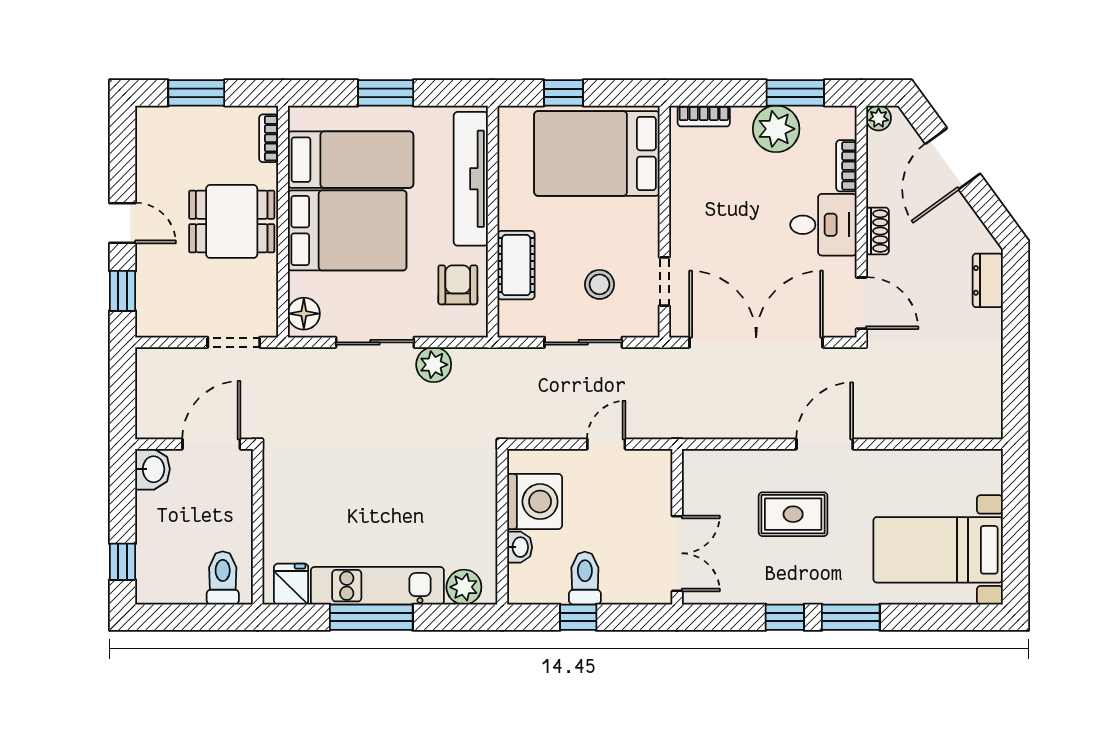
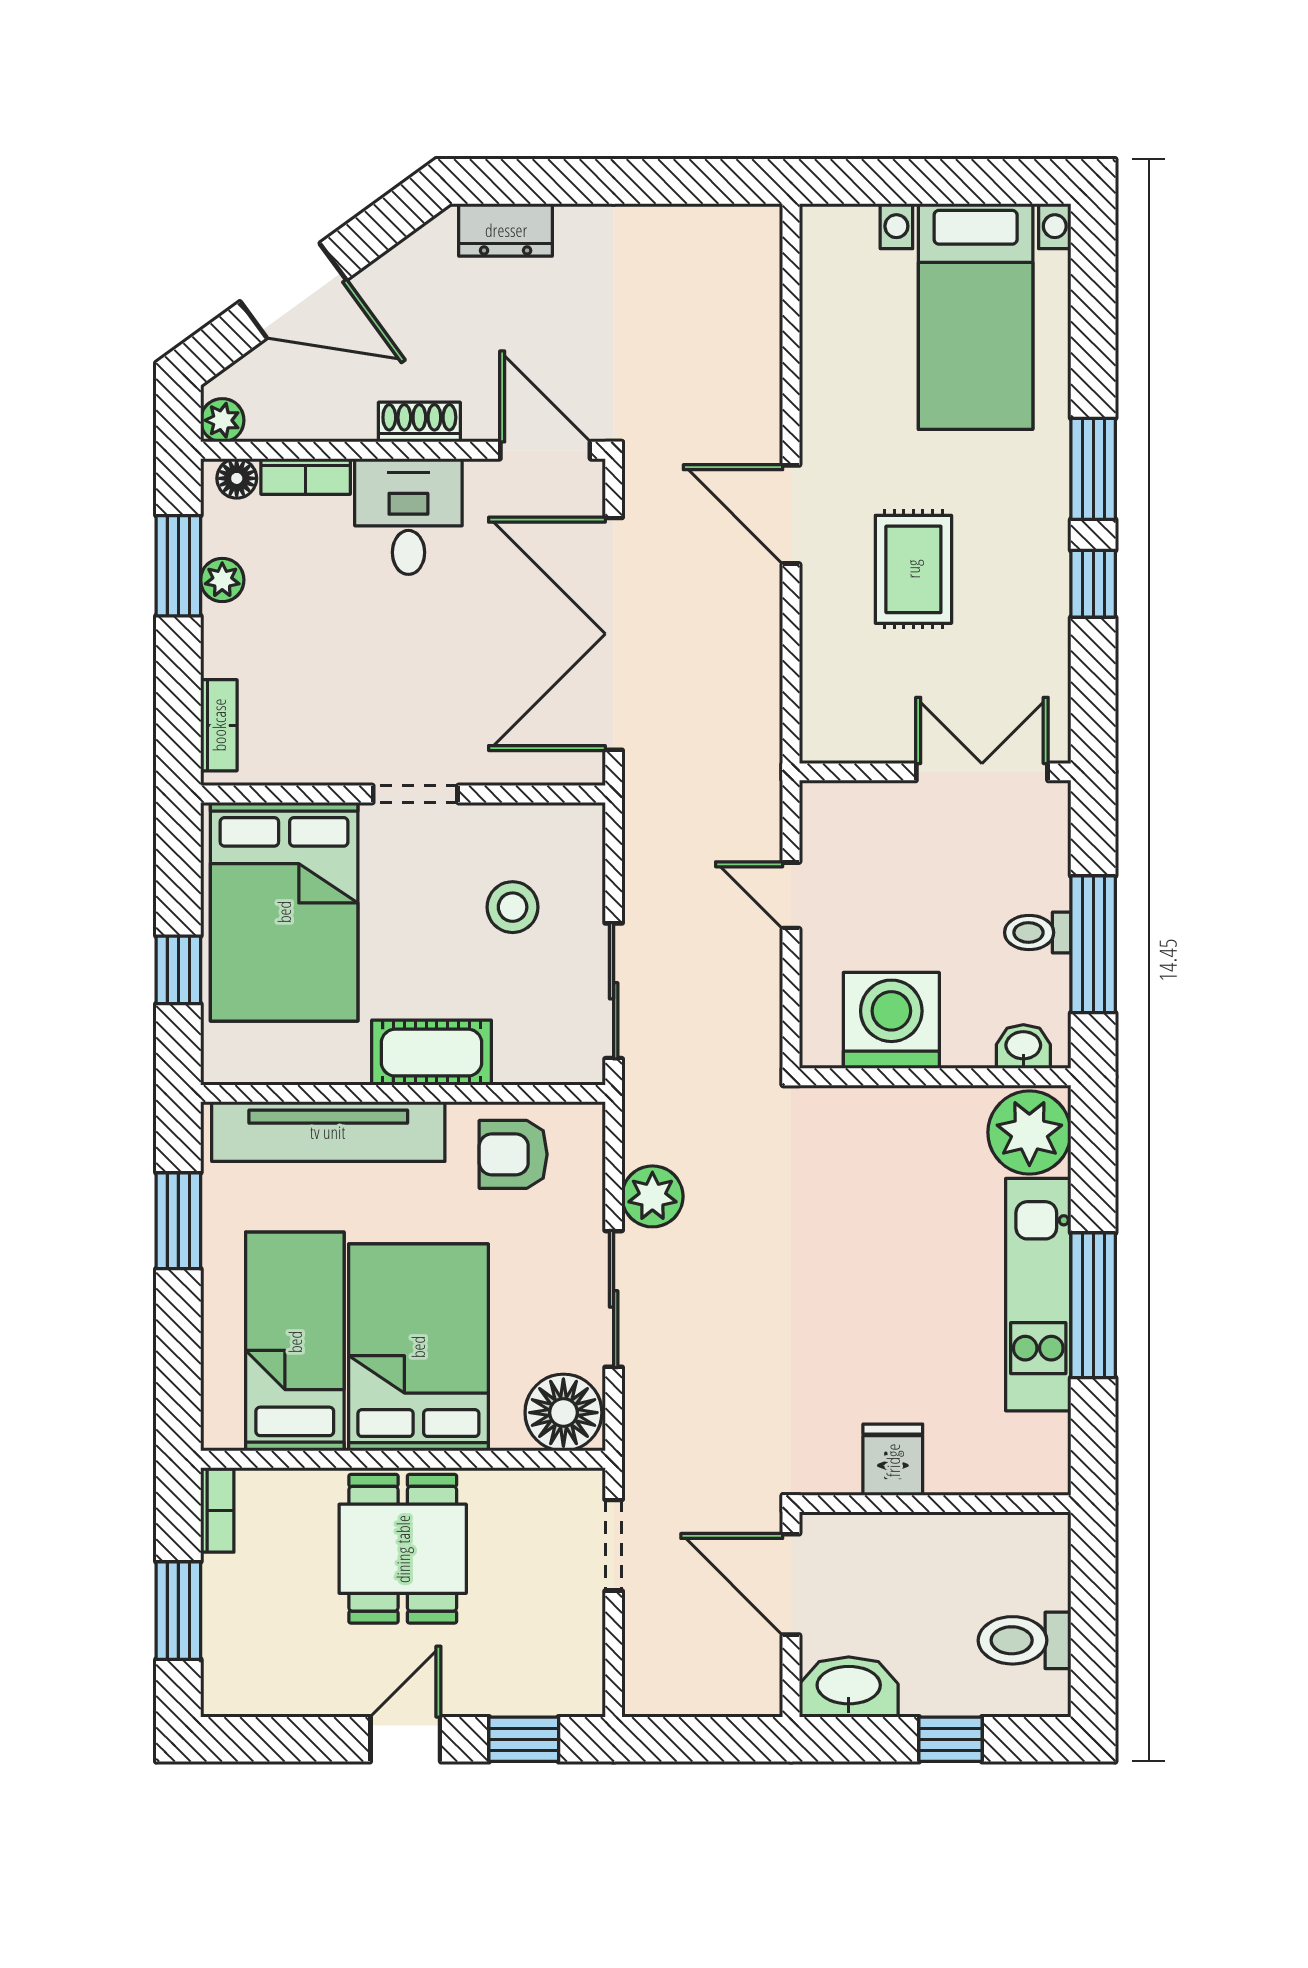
window: (386, 93) -> (178, 1221), moved
floor lamp: (845, 126) -> (237, 478), added
plant: (776, 129) -> (222, 580), width x0.53, depth x0.53
bookcase: (269, 138) -> (217, 1511), moved, turned -90
cot: (516, 265) -> (432, 1053), moved
doorway: (664, 281) -> (415, 794), moved
door: (861, 303) -> (545, 450), hinge flipped
floor lamp: (304, 314) -> (563, 1413), width x1.38, depth x1.38
sliding door: (583, 342) -> (614, 991), moved
washbasin: (153, 469) -> (849, 1687), width x1.38
washbasin: (520, 547) -> (1023, 1047), moved
window: (123, 562) -> (950, 1739), moved
toilet: (223, 578) -> (1025, 1640), moved
toilet: (585, 578) -> (1038, 933), width x0.73, depth x0.72
fridge: (291, 584) -> (893, 1460), moved, turned 90
plant: (464, 587) -> (1029, 1132), width x1.36, depth x1.36
window: (578, 617) -> (1093, 944), width x2.17

